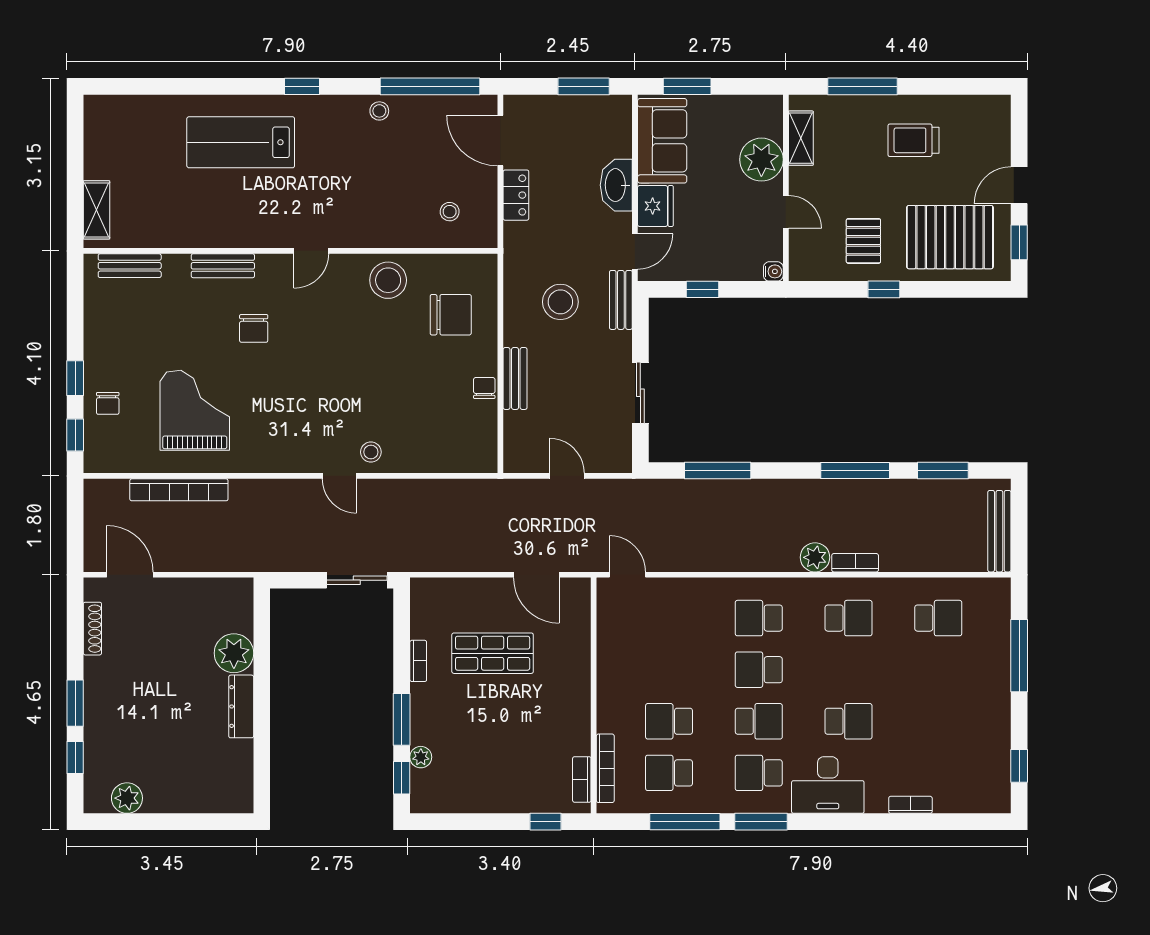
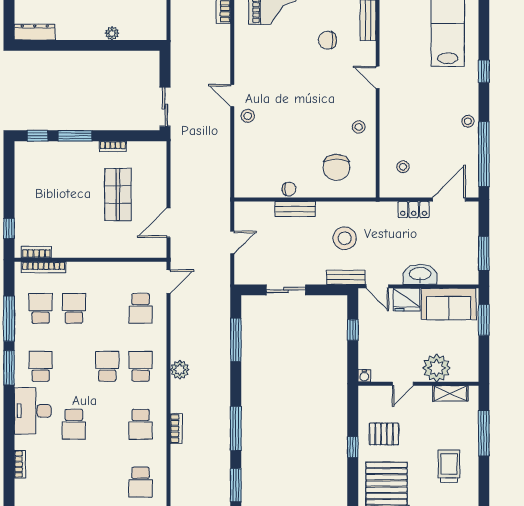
stool: (388, 280) -> (359, 127), width x0.53, depth x0.53
door: (339, 476) -> (232, 95), hinge flipped
plant: (815, 557) -> (180, 370), moved
plant: (234, 653) -> (112, 33), width x0.53, depth x0.53
dresser: (241, 706) -> (35, 32), moved
school desk: (759, 721) -> (141, 308), moved
plant: (421, 757) -> (51, 148), removed

